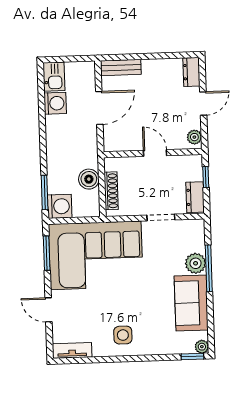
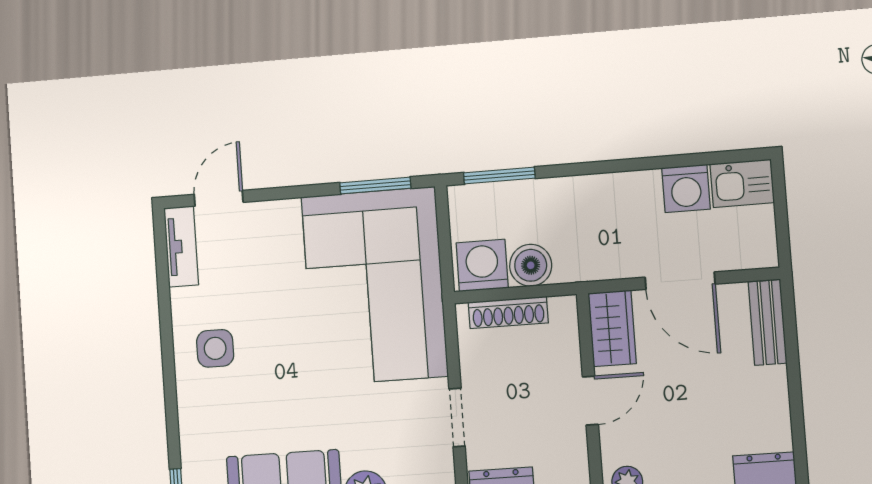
wardrobe: (121, 141) -> (612, 328), added
washing machine: (60, 206) -> (482, 265), moved, turned 180
door: (49, 310) -> (219, 198), moved

